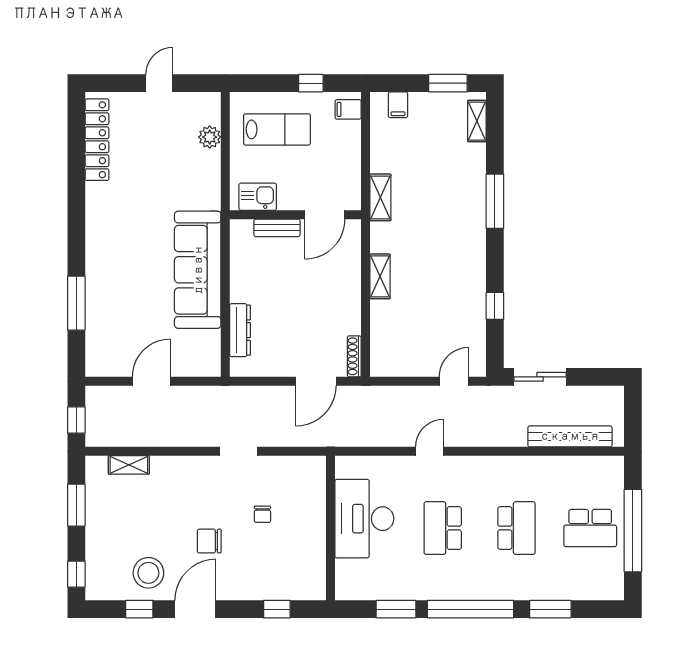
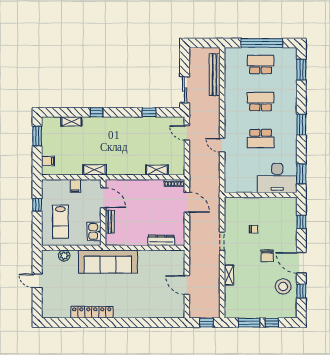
filing cabinet: (348, 109) -> (75, 186), moved
shelving: (477, 121) -> (71, 121), moved
lab bench: (277, 129) -> (60, 222), turned 180
locker: (97, 140) -> (92, 312), moved
window: (495, 201) -> (96, 112), width x0.46
sofa: (198, 270) -> (108, 262), moved
shelving: (380, 276) -> (157, 170), moved
window: (76, 303) -> (148, 323), removed
shelving: (129, 465) -> (229, 275), moved
desk: (364, 519) -> (277, 178), moved
school desk: (590, 528) -> (261, 64), turned -90
window: (76, 574) -> (272, 323), moved
window: (396, 609) -> (301, 174), moved
window: (471, 609) -> (301, 125), width x0.47
window: (550, 609) -> (301, 70), moved

